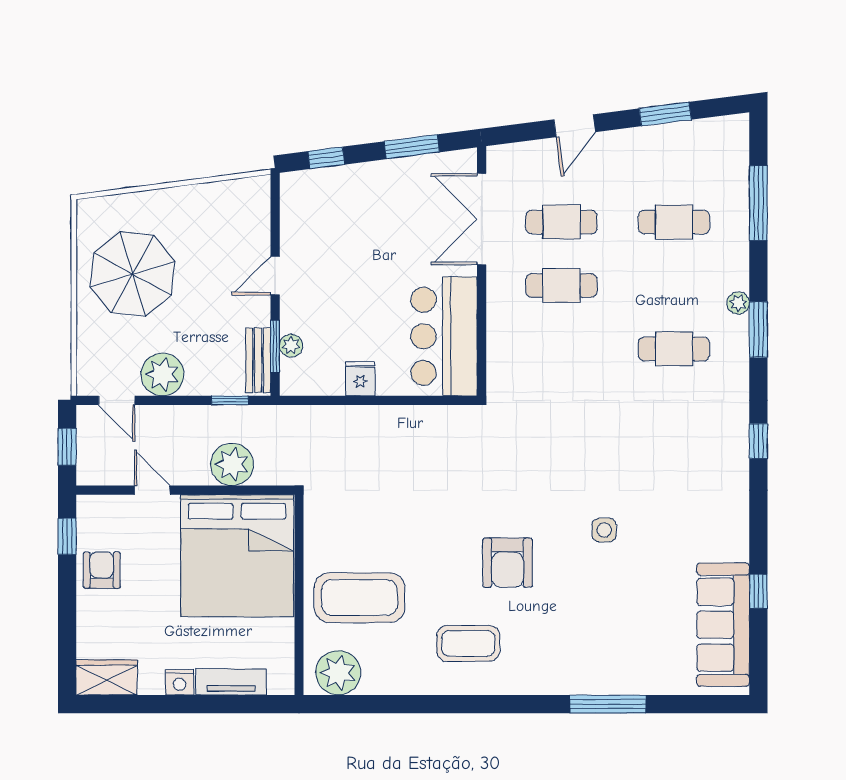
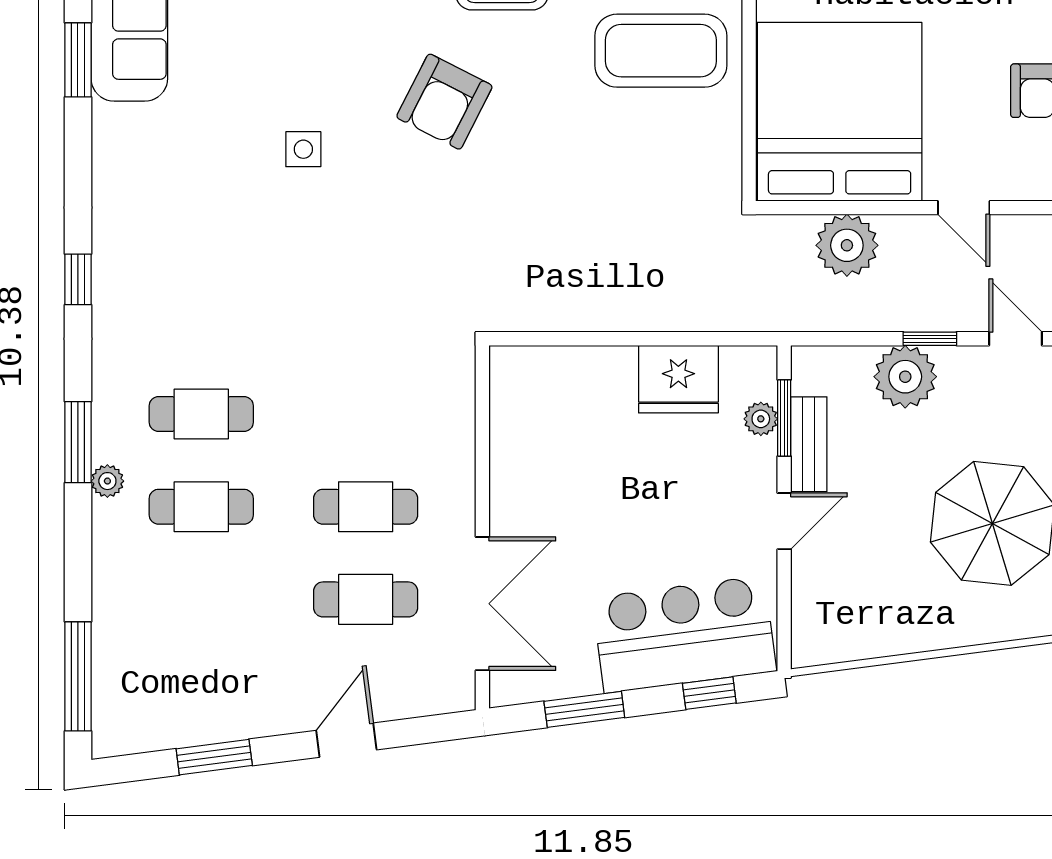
window: (758, 203) -> (78, 676), moved
cafe table: (674, 222) -> (201, 507), moved
bar counter: (444, 336) -> (684, 634), moved, turned -97
bench: (258, 360) -> (809, 444), moved
plant: (162, 374) -> (905, 377), moved
fridge: (360, 379) -> (678, 379), width x1.88, depth x1.34
window: (230, 400) -> (930, 339), moved
armchair: (508, 563) -> (444, 102), turned -153
window: (758, 591) -> (78, 60), width x1.50

